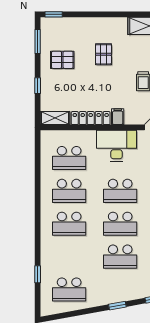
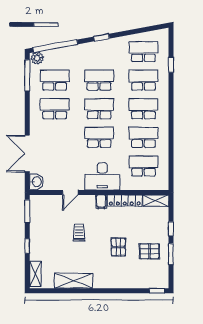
window: (38, 41) -> (171, 254), moved
pallet: (103, 54) -> (118, 247), moved
school desk: (69, 257) -> (143, 80), added

